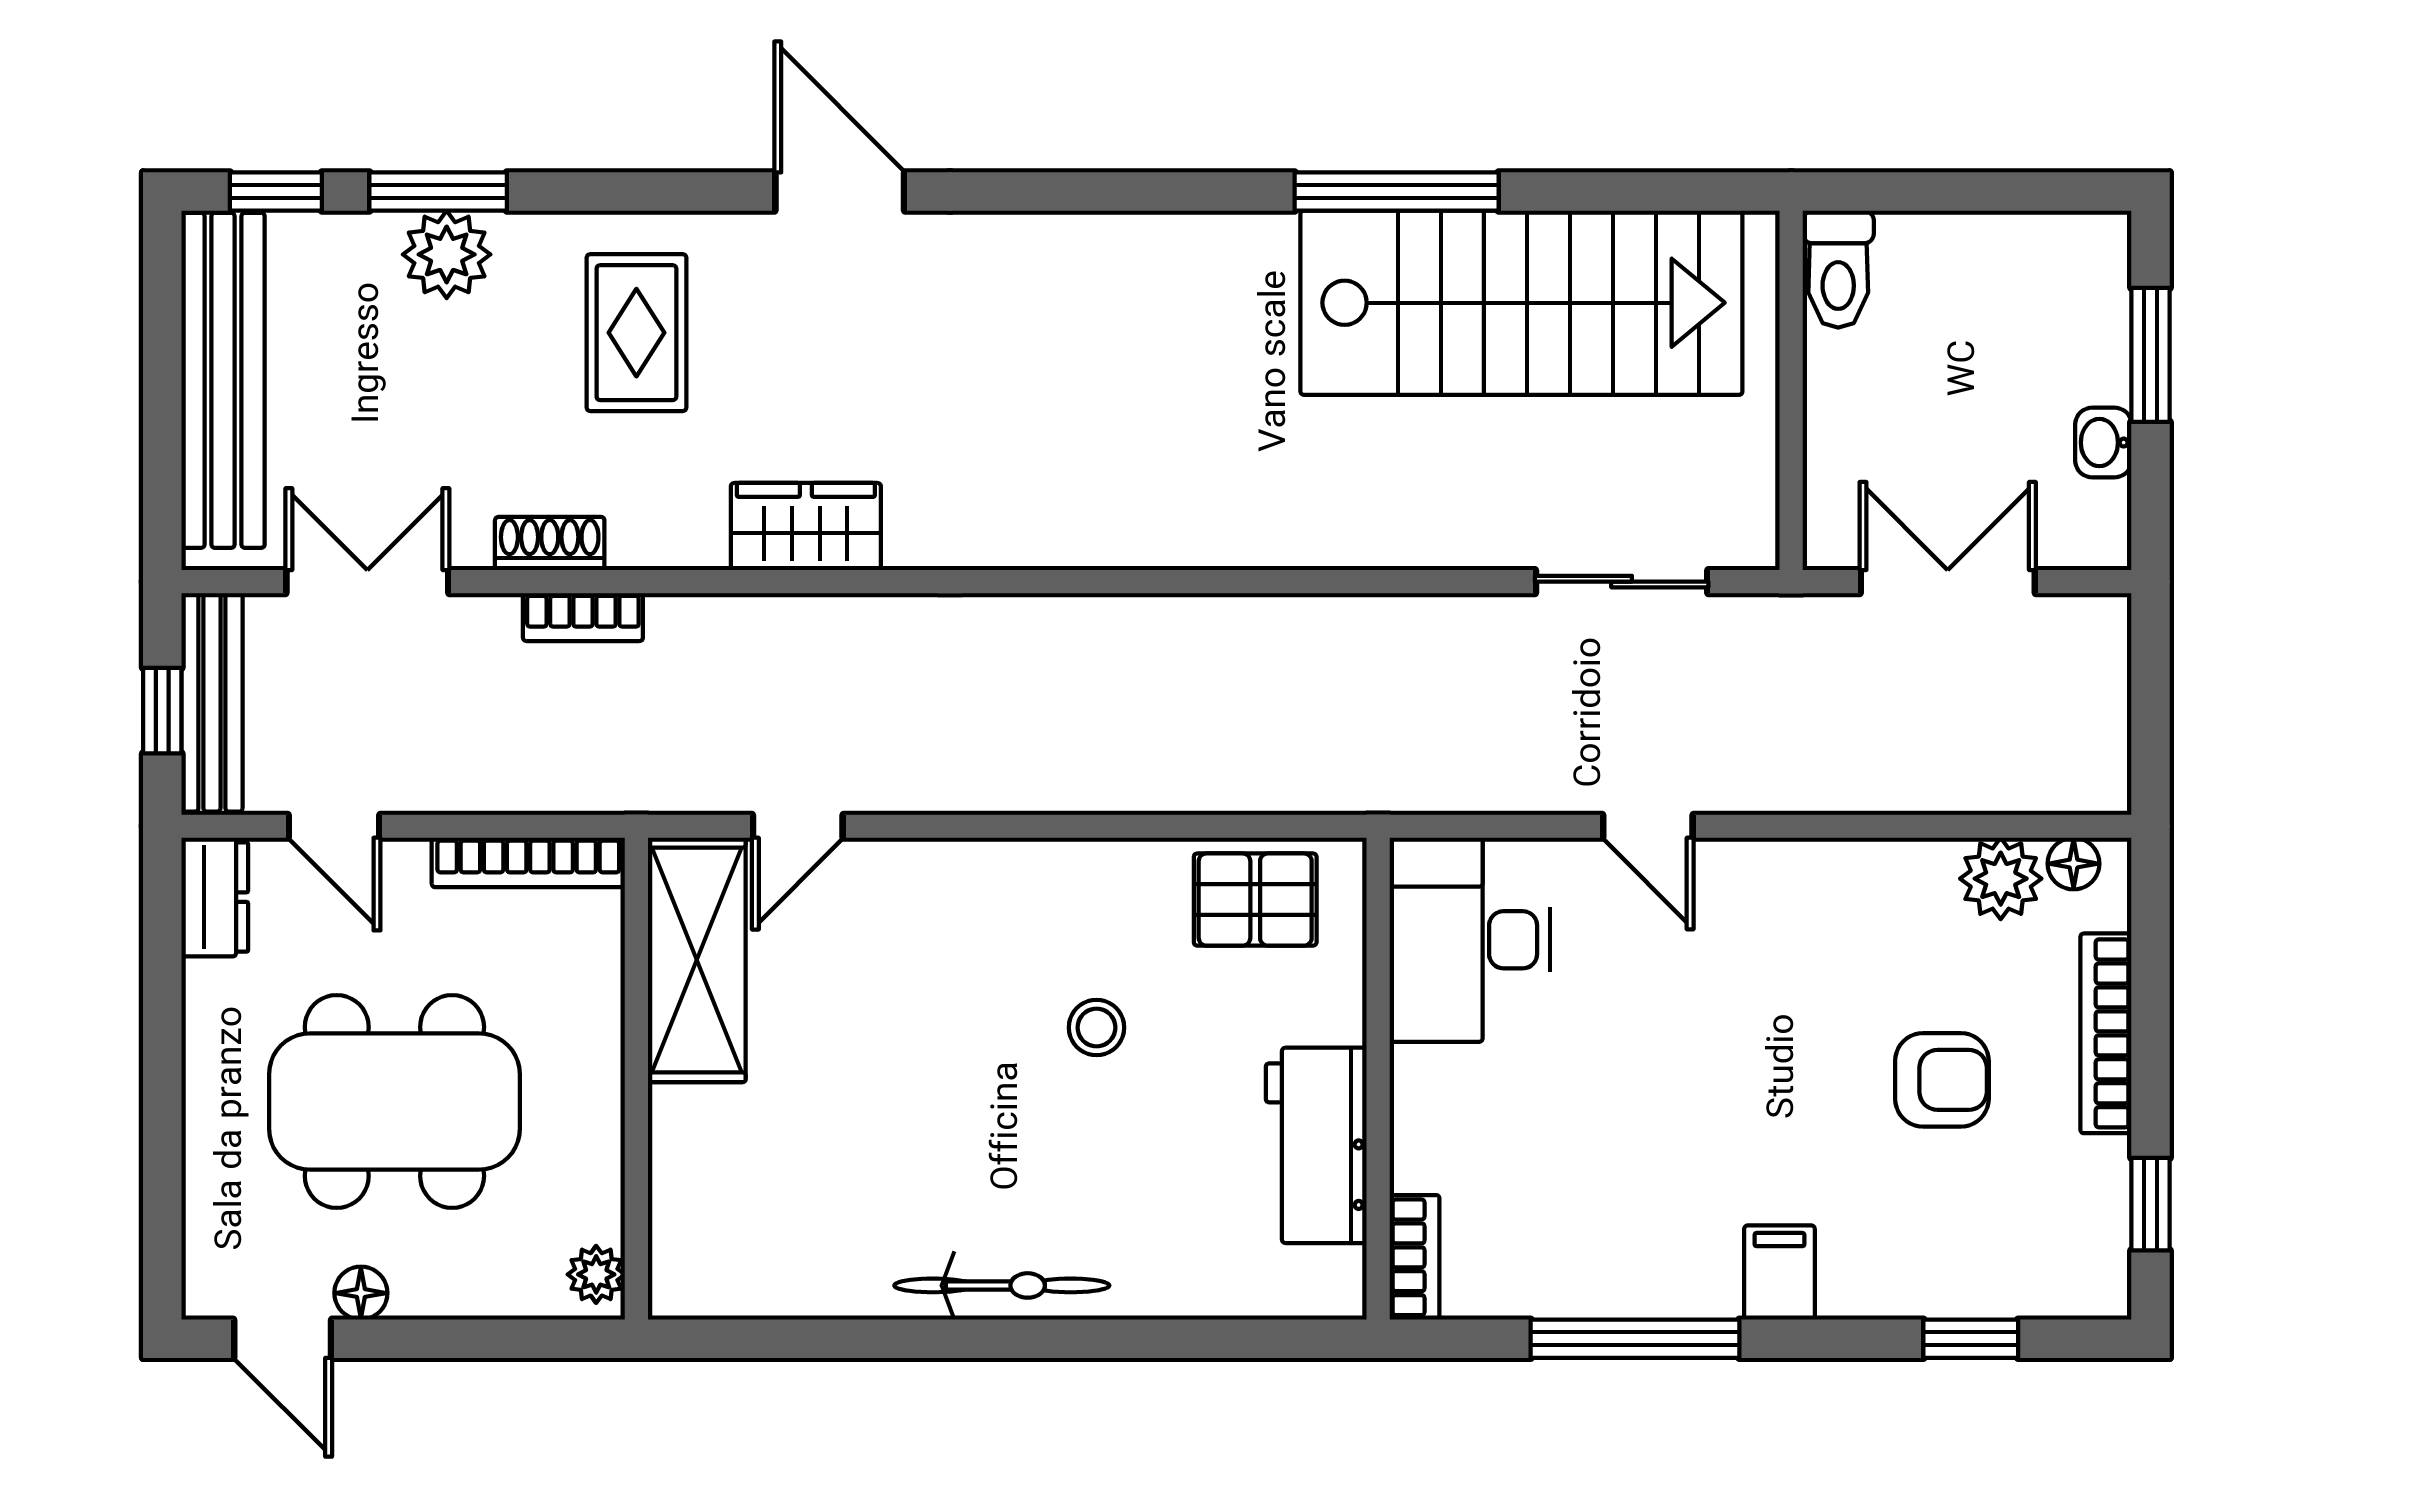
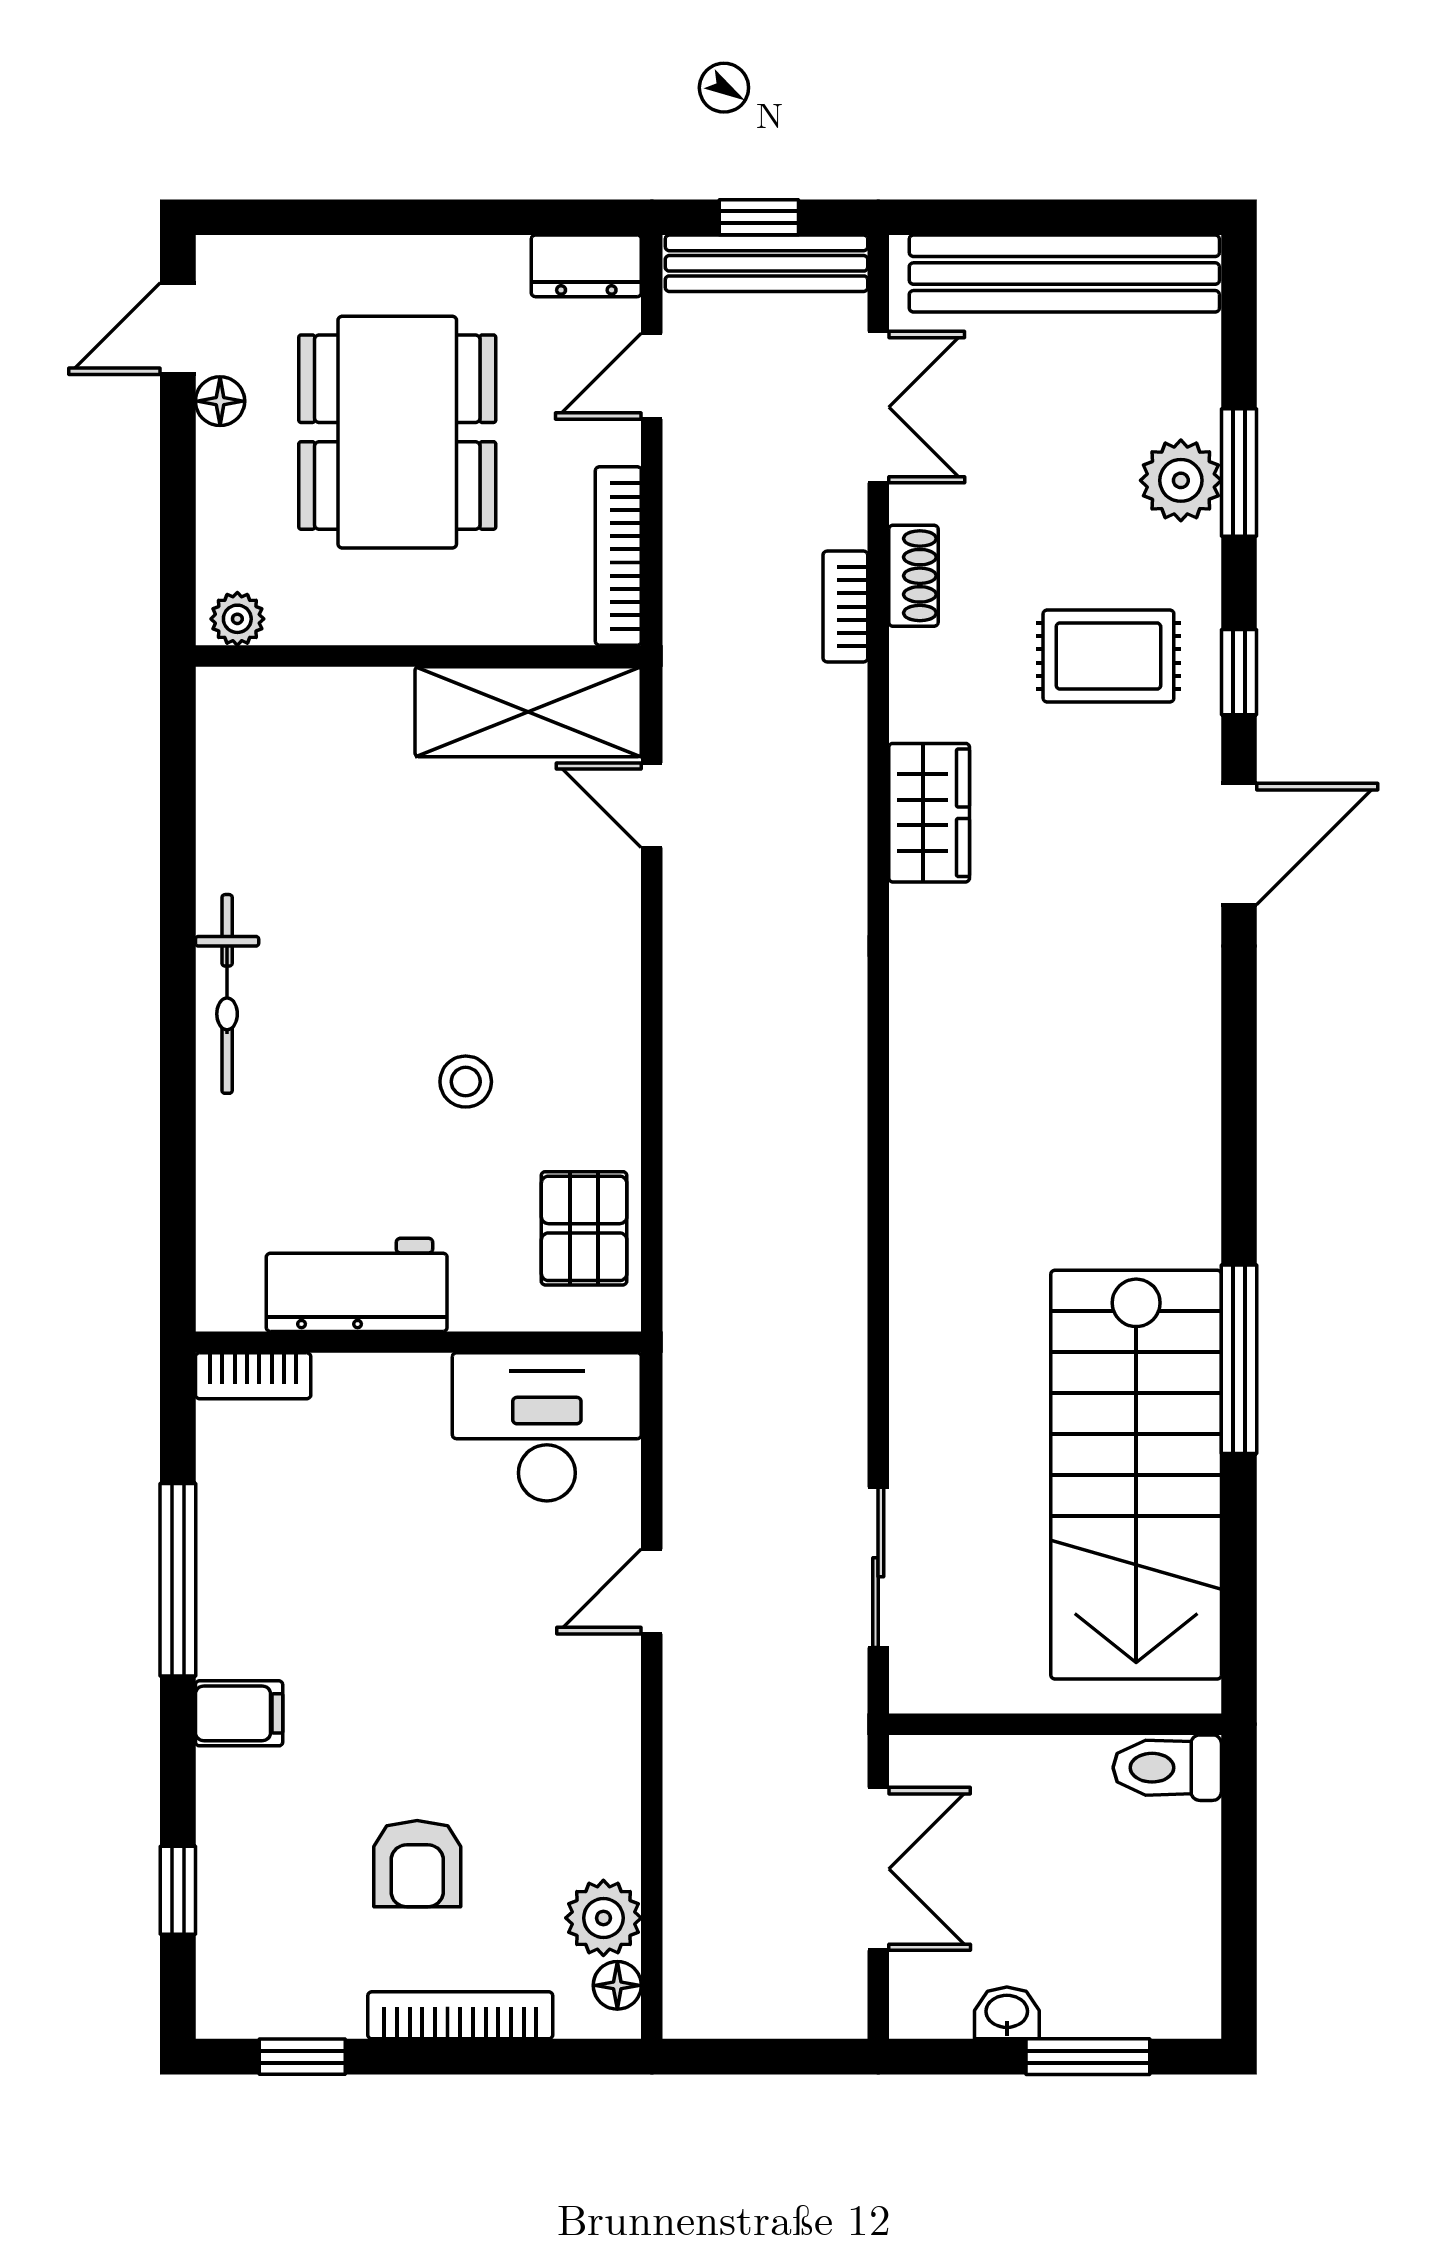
window: (276, 192) -> (1239, 672), moved

